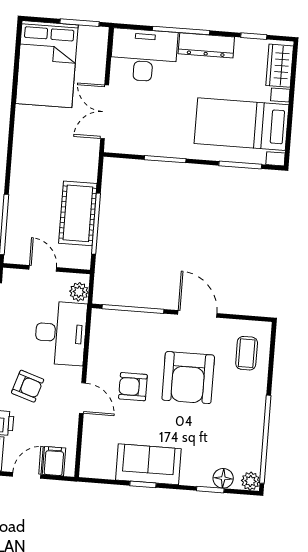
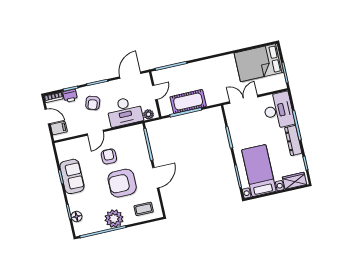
plant: (250, 481) -> (114, 219), moved, width x1.88, depth x1.88

